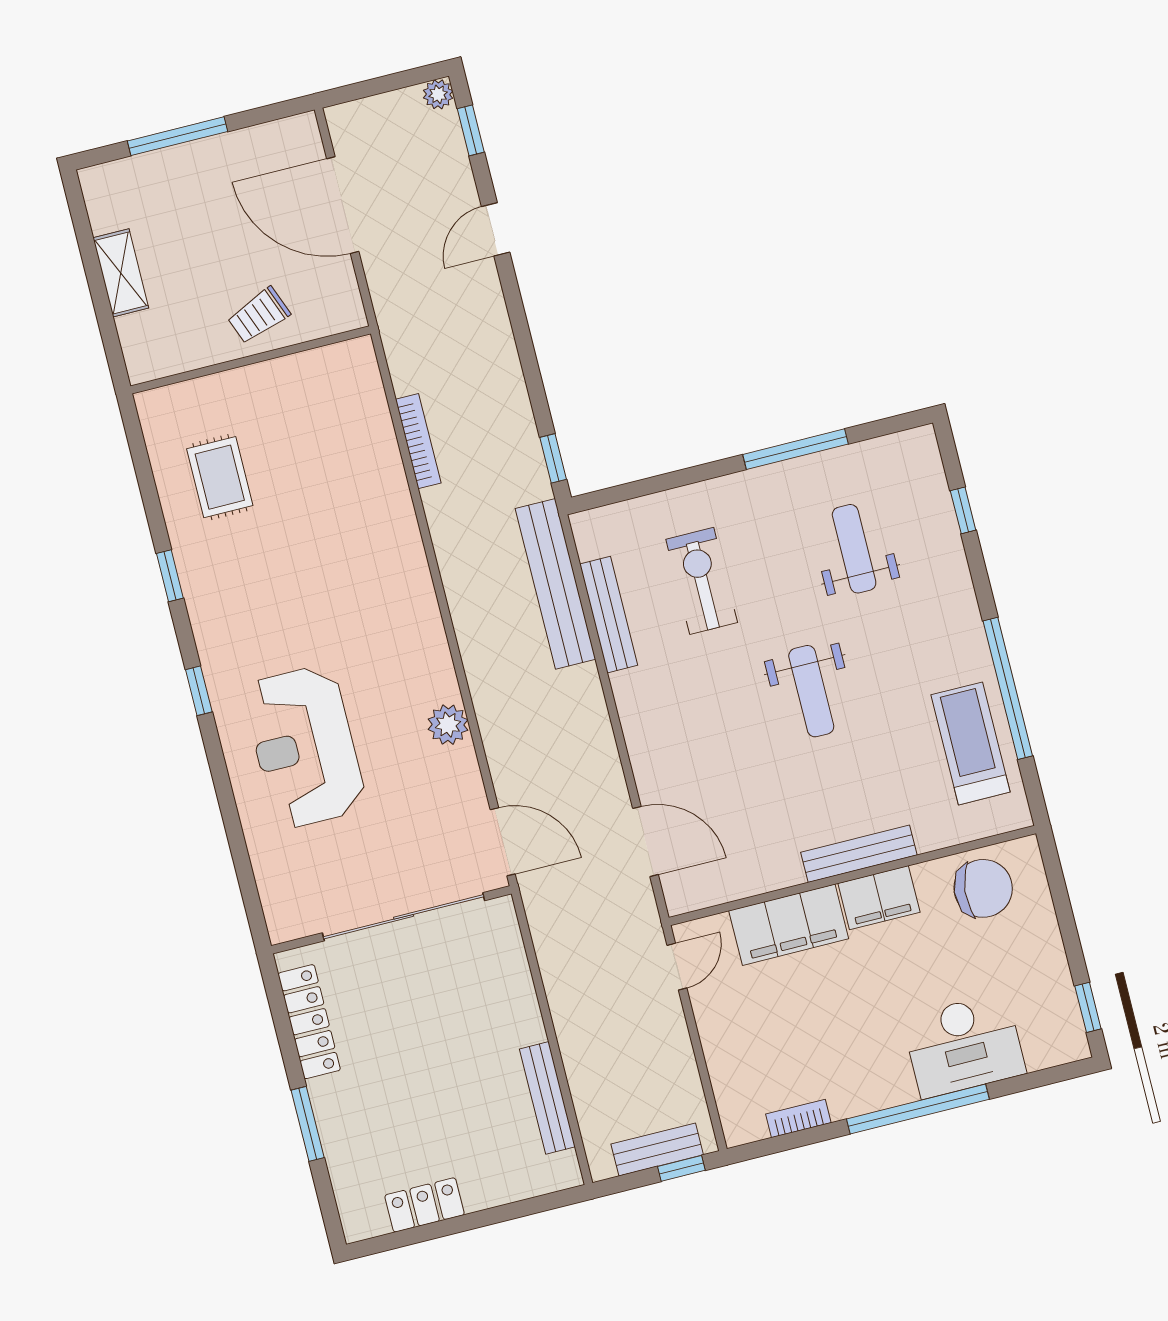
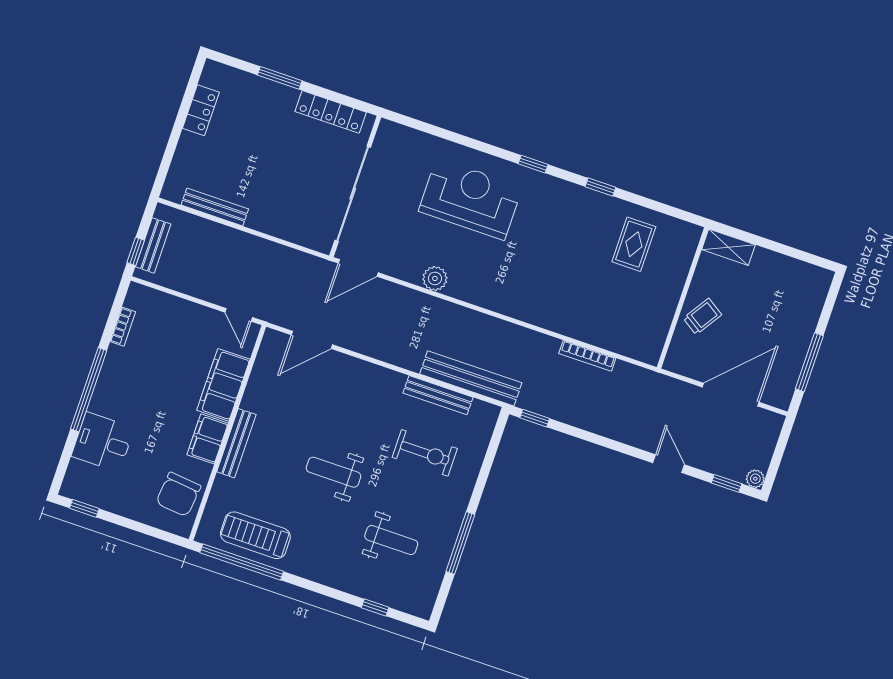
window: (178, 136) -> (809, 362), moved
shelving: (121, 273) -> (728, 247), moved
trolley: (259, 315) -> (702, 316), turned 54
rug: (220, 477) -> (634, 244), turned 90
window: (1008, 688) -> (242, 562), moved
treadmill: (971, 743) -> (255, 535), turned 180
desk: (964, 1045) -> (103, 442), width x0.73

